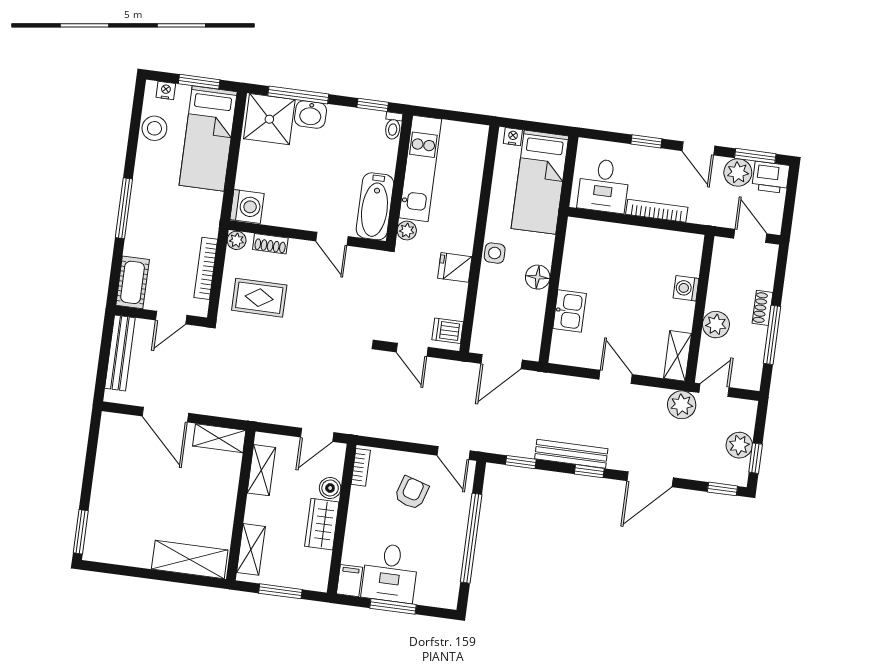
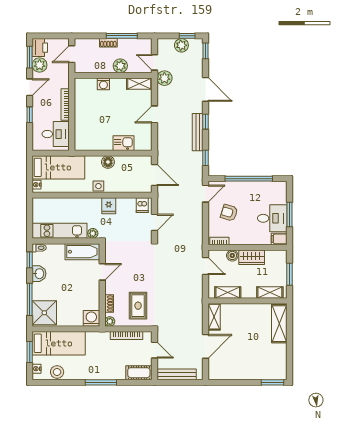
washbasin: (310, 114) -> (39, 274), moved

